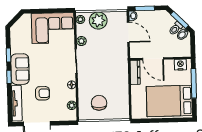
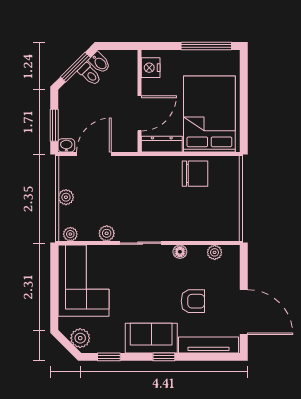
plant: (98, 20) -> (66, 197), width x0.53, depth x0.53
plant: (19, 27) -> (80, 338), added
window: (8, 55) -> (109, 357), moved
window: (194, 83) -> (206, 46), moved
armchair: (42, 93) -> (193, 301), turned 90
bed: (169, 101) -> (209, 114), moved, turned 180
chair: (99, 103) -> (195, 174), moved, turned 180

